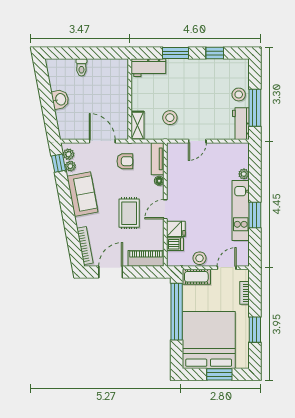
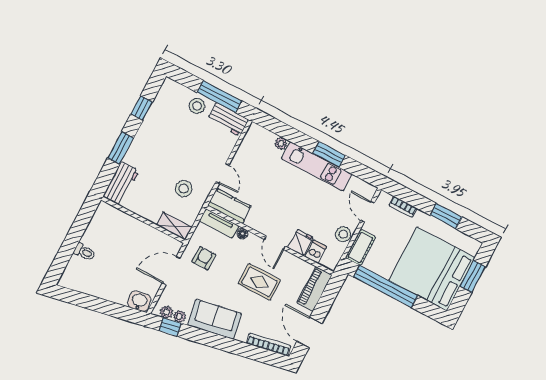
washbasin: (60, 99) -> (139, 301), moved
kitchen counter: (175, 160) -> (229, 206), added

